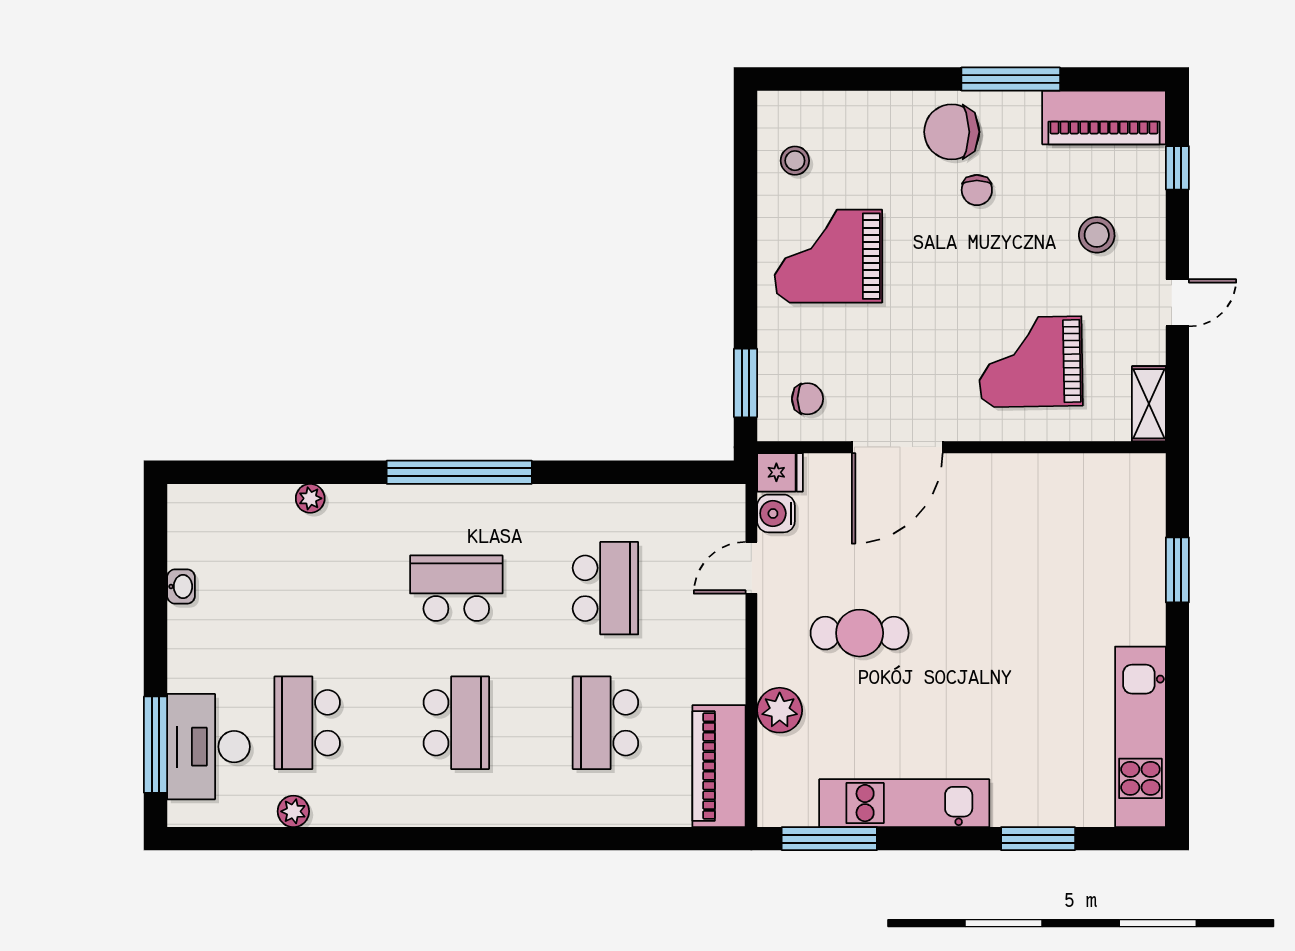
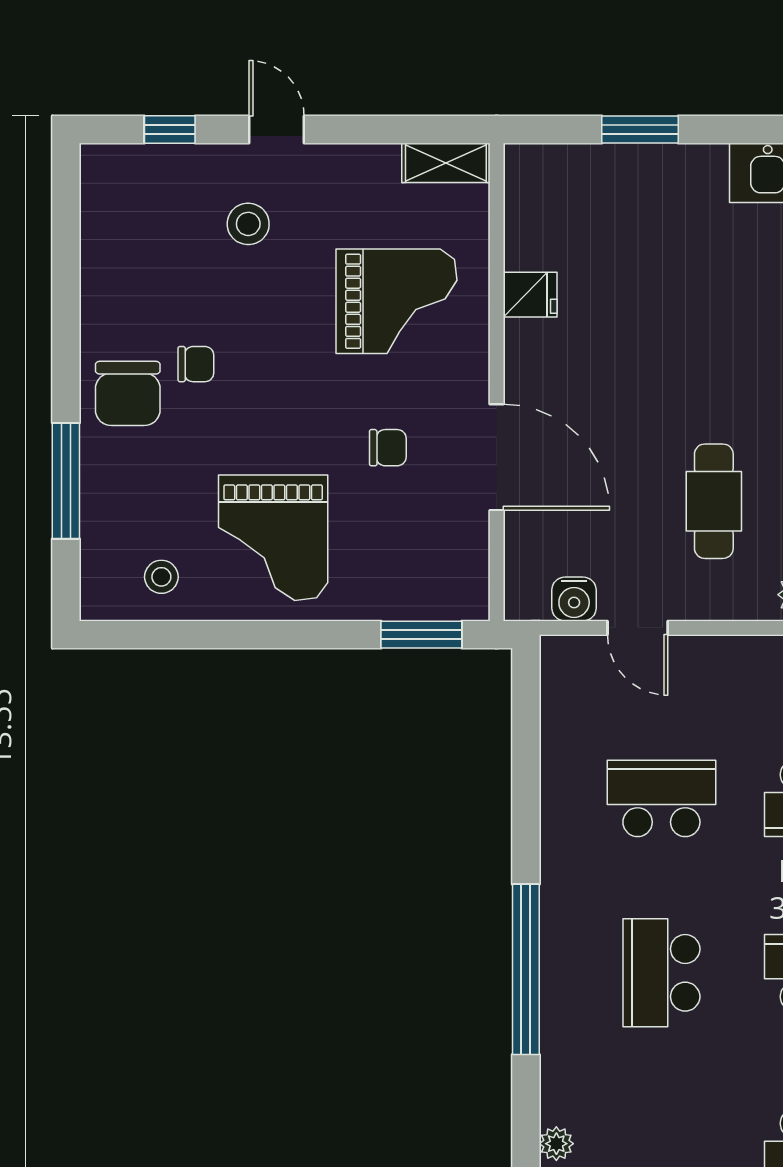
window: (1011, 79) -> (66, 481), moved
piano: (1104, 117) -> (111, 215), removed
door: (1177, 303) -> (277, 130), moved
grand piano: (1031, 362) -> (397, 301), turned -89
chair: (807, 399) -> (388, 448), moved, turned 90
fridge: (780, 472) -> (530, 295), moved, turned 90

